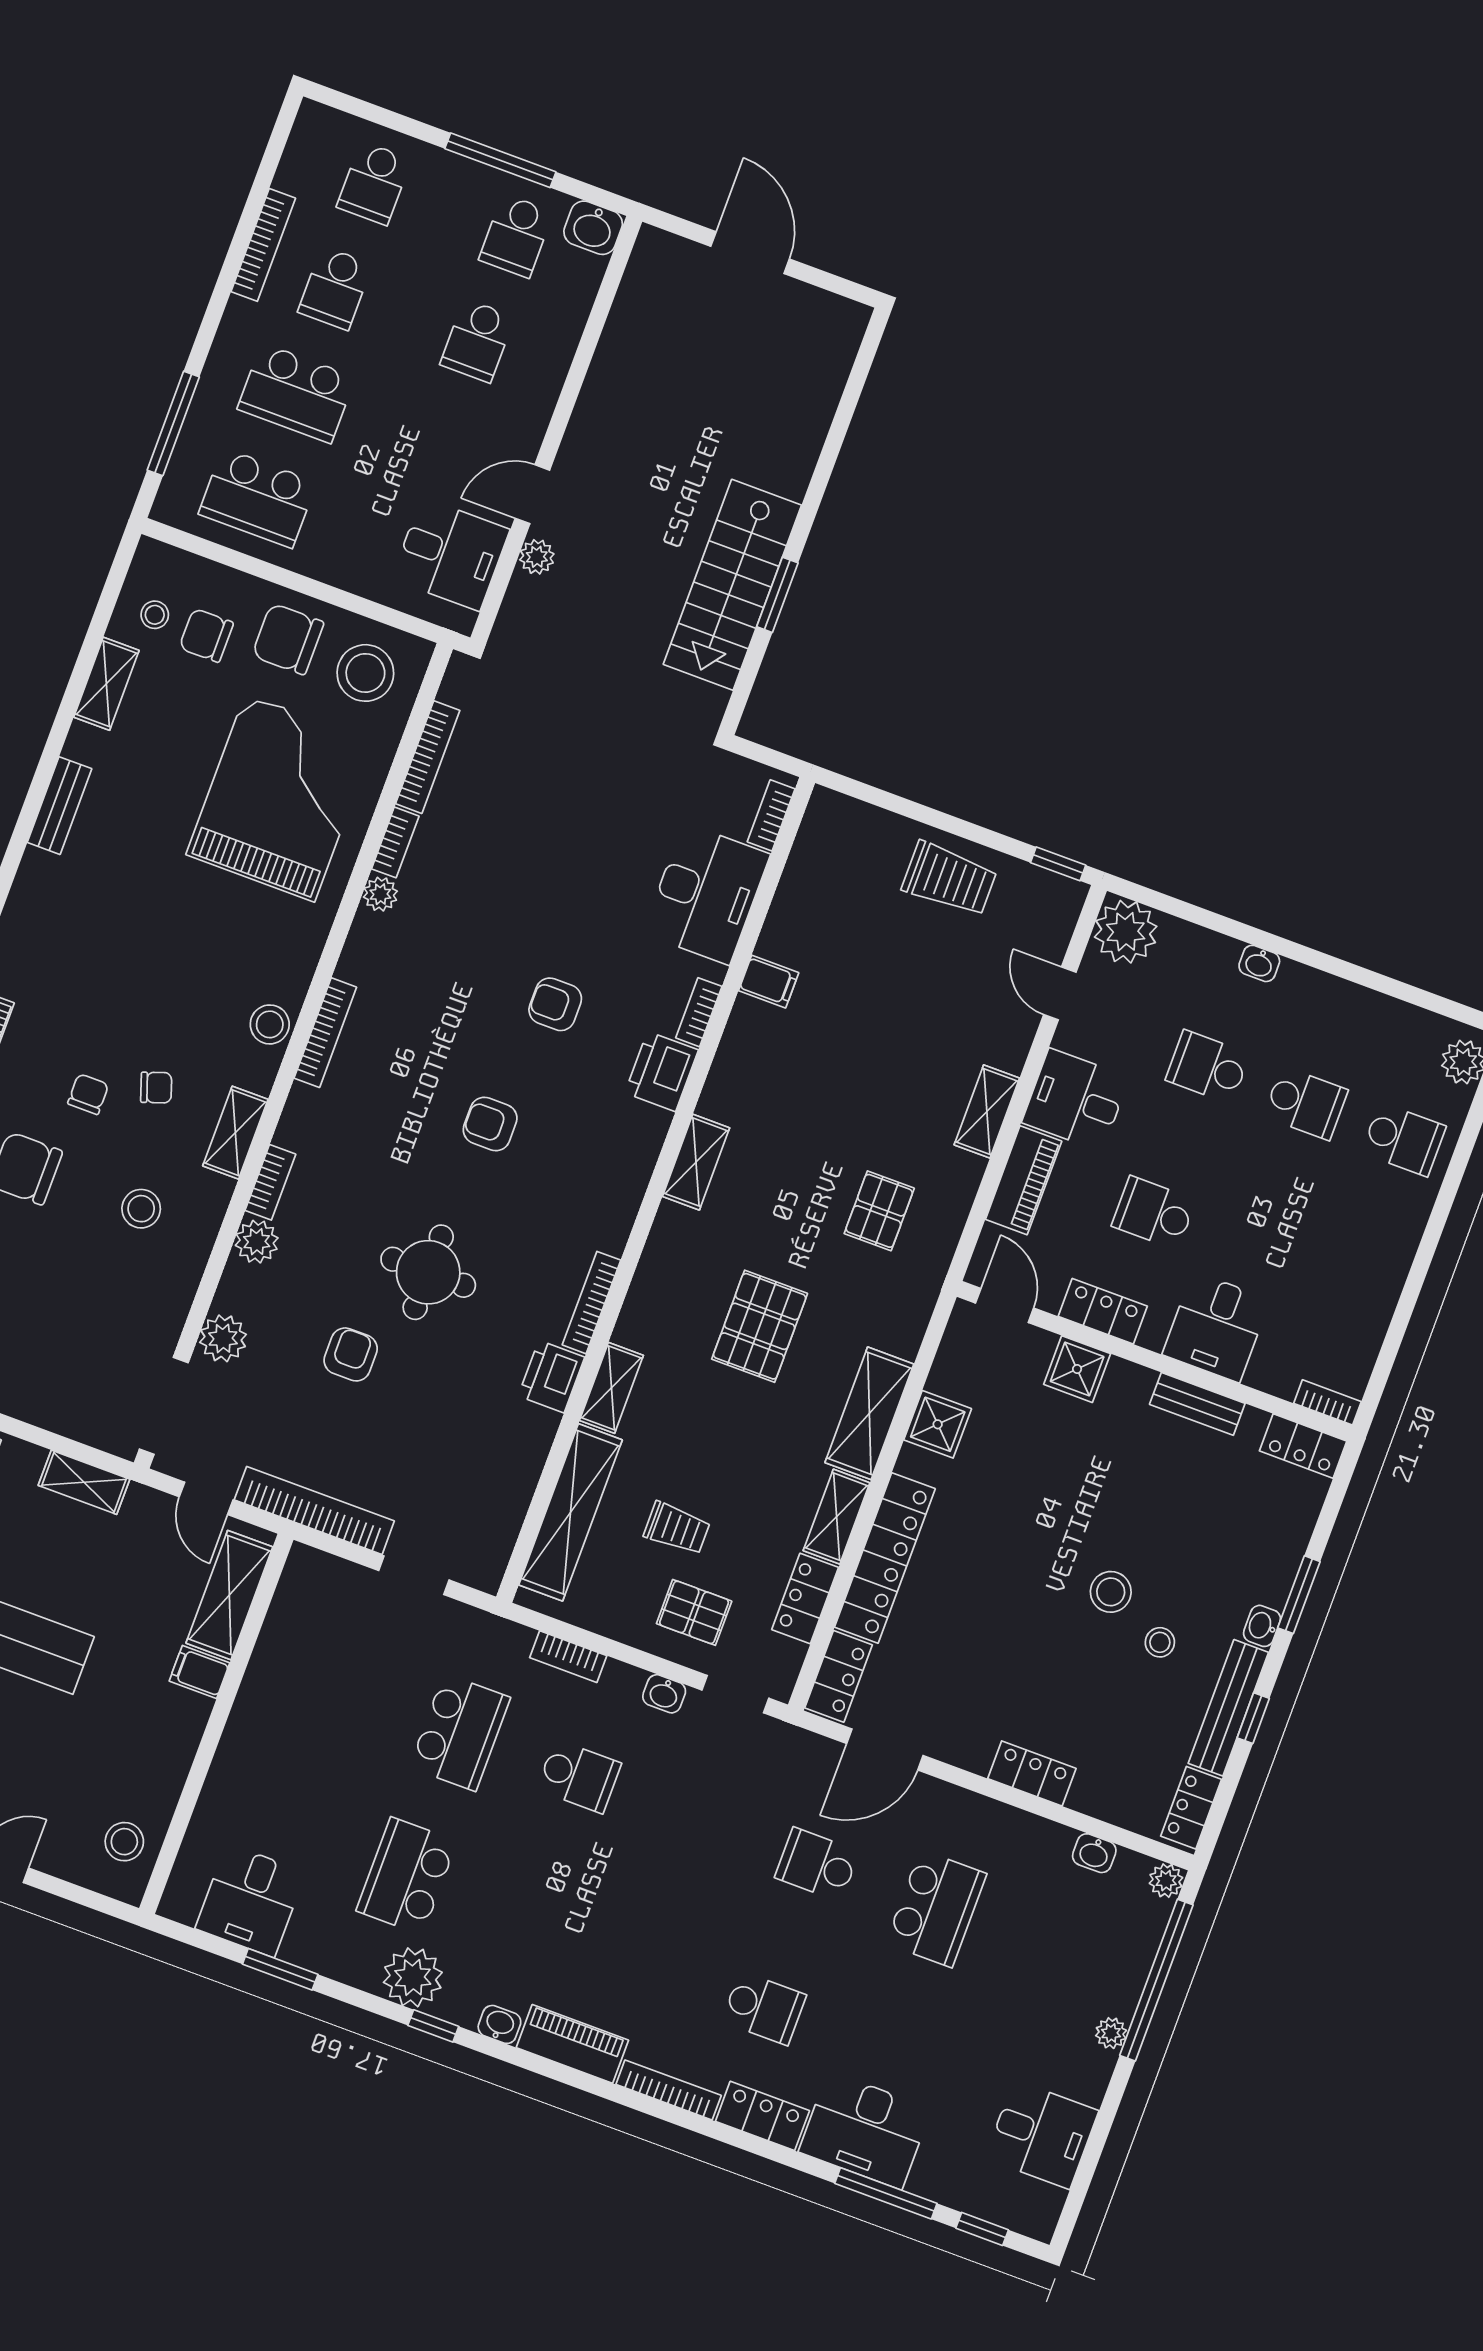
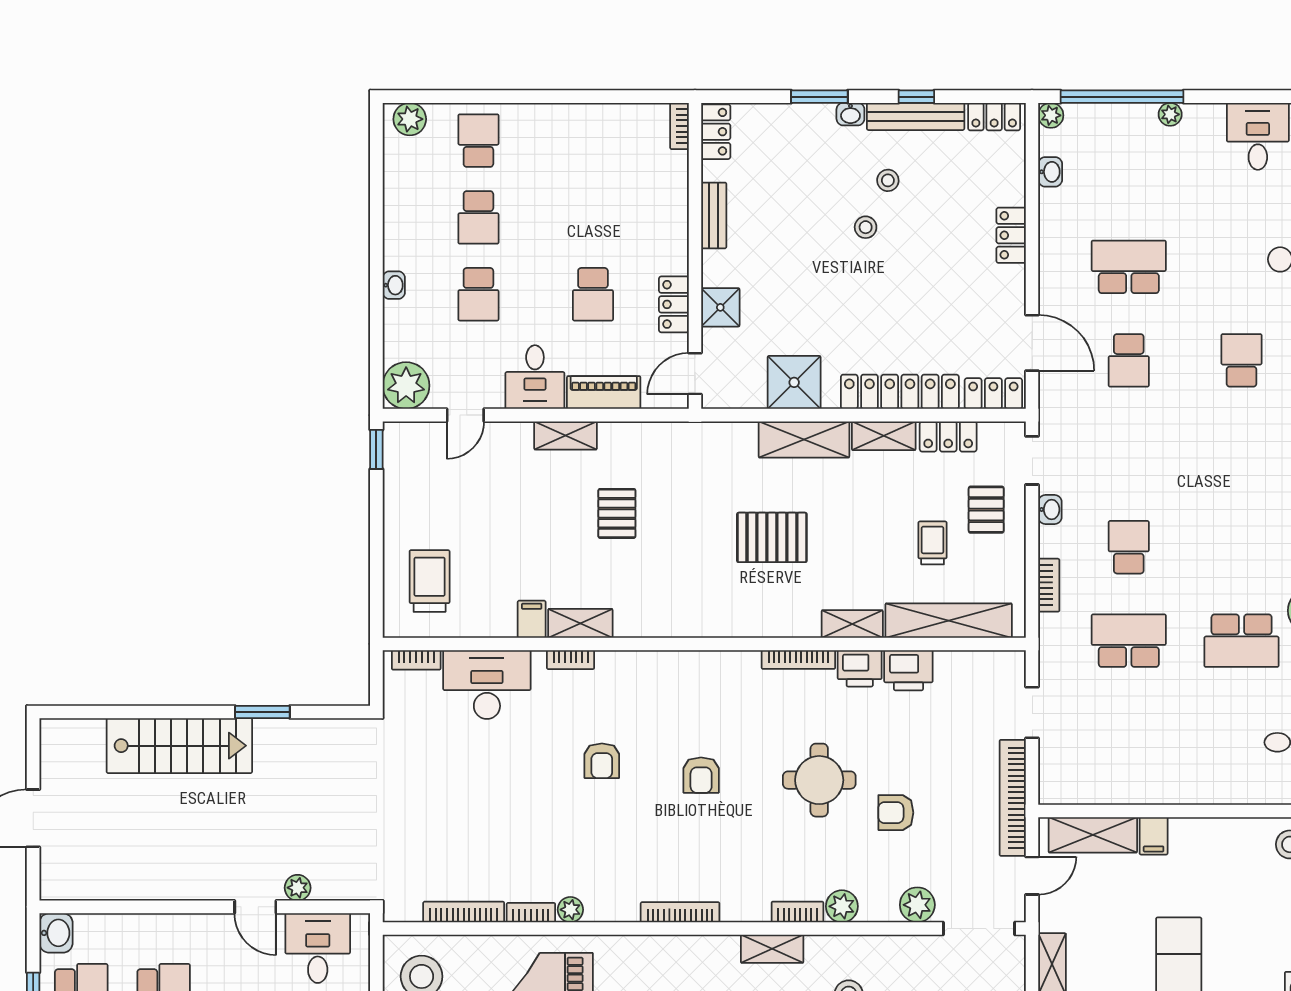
stairs: (732, 585) -> (179, 746), moved
trolley: (949, 879) -> (430, 581), moved
stool: (270, 1024) -> (689, 953), removed
printer: (662, 1071) -> (908, 670), moved
school desk: (1306, 1103) -> (478, 217), turned 180
shelving: (696, 1162) -> (580, 623), moved
pallet: (879, 1211) -> (617, 513), moved, turned 90
desk: (1216, 1327) -> (656, 222), removed
shower: (938, 1424) -> (794, 382), width x1.36, depth x1.36
stool: (1111, 1592) -> (866, 227), width x0.73, depth x0.73

